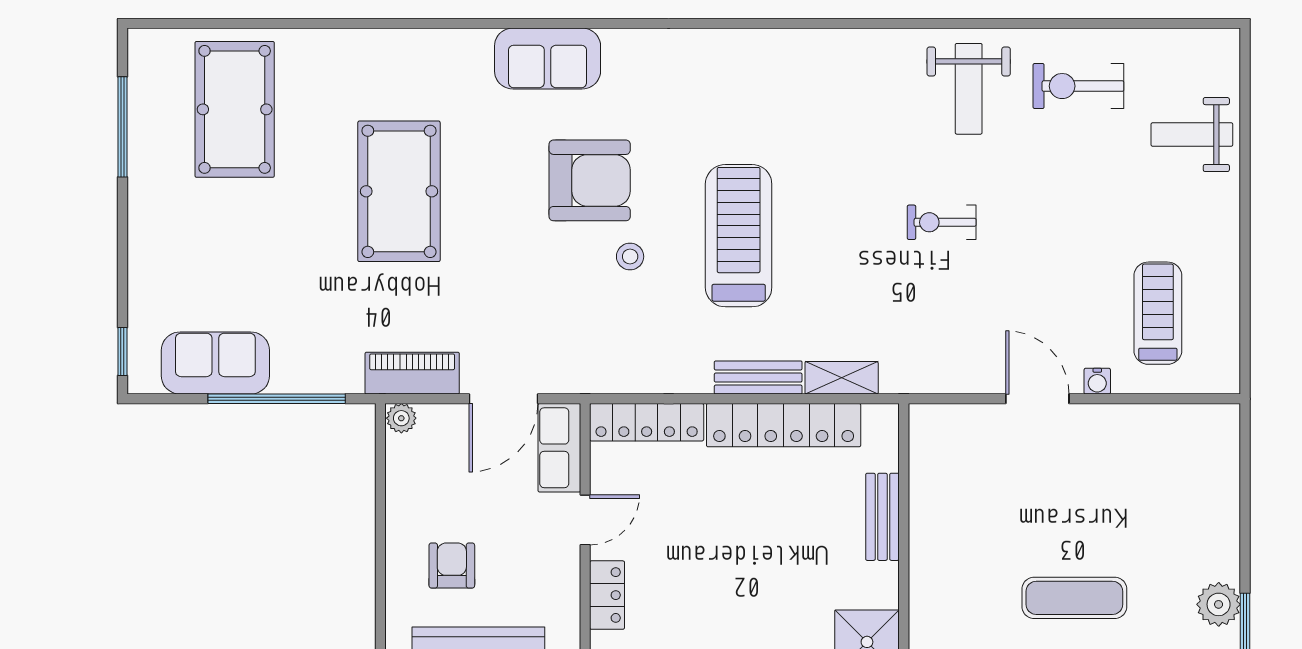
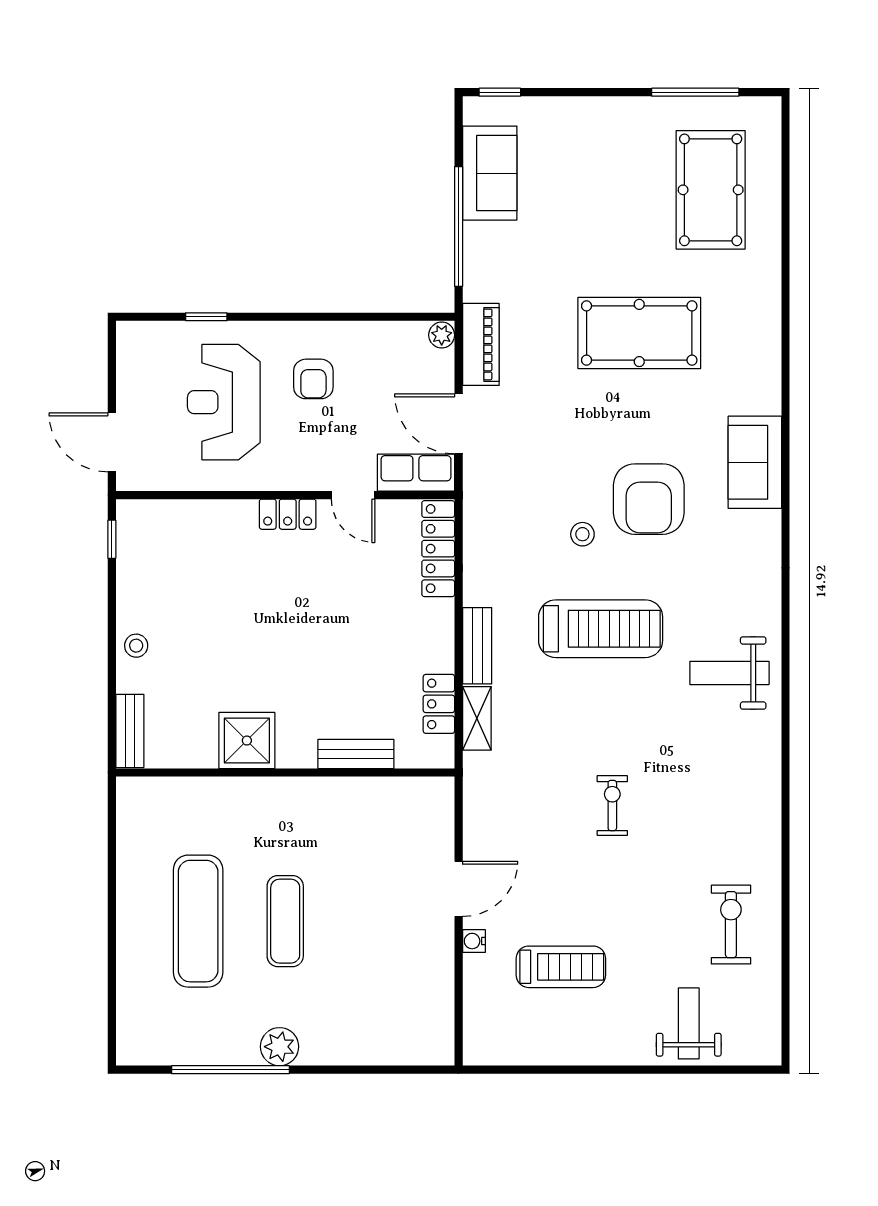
weight bench: (969, 89) -> (729, 673), moved
pool table: (235, 109) -> (711, 190), turned 90
treadmill: (1158, 313) -> (561, 967), moved
locker: (784, 425) -> (439, 704), width x0.46, depth x0.83
armchair: (452, 566) -> (313, 379), turned 90

